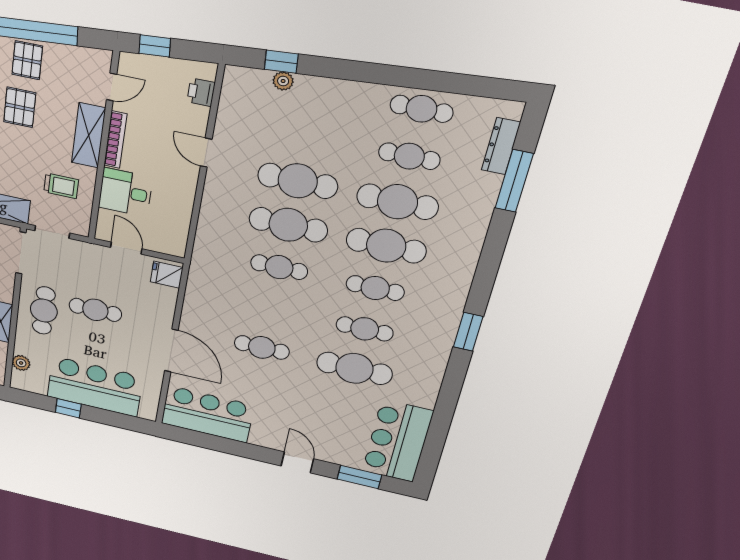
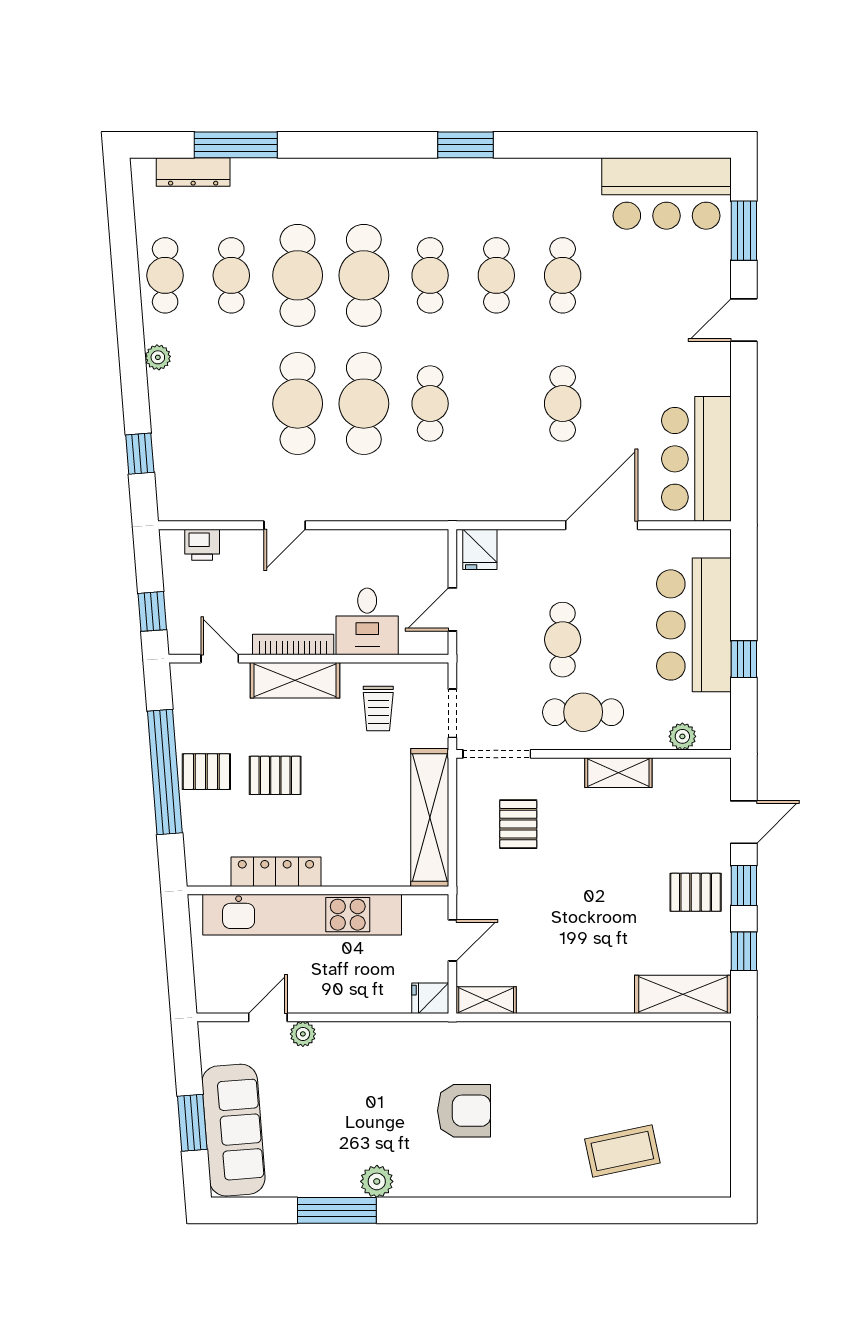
plant: (283, 81) -> (158, 357), moved
trolley: (61, 186) -> (378, 709), turned 180
cafe table: (354, 368) -> (563, 275), width x0.73, depth x0.74

